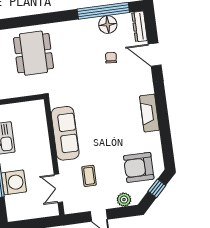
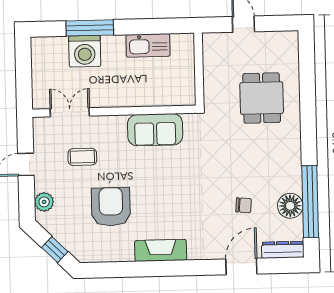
dining table: (33, 53) -> (262, 98), width x0.73
sofa: (65, 133) -> (155, 130), width x0.73
armchair: (139, 167) -> (111, 207), moved

